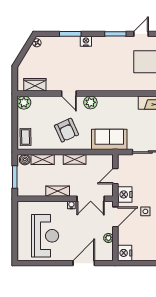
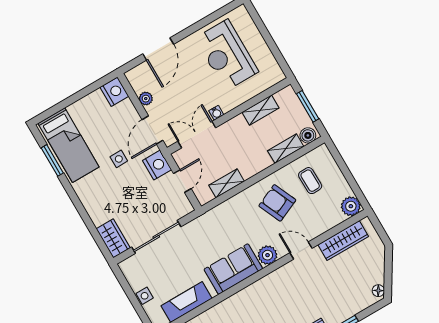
wardrobe: (35, 85) -> (343, 241), width x1.50
coffee table: (25, 137) -> (310, 181), moved
sofa: (109, 139) -> (233, 269), moved, turned 180
shelving: (75, 159) -> (227, 183), moved
shelving: (58, 191) -> (260, 110), moved

